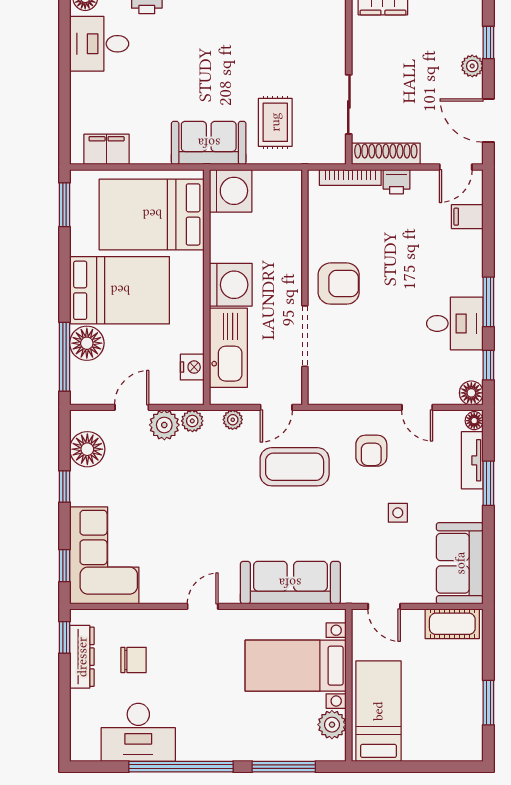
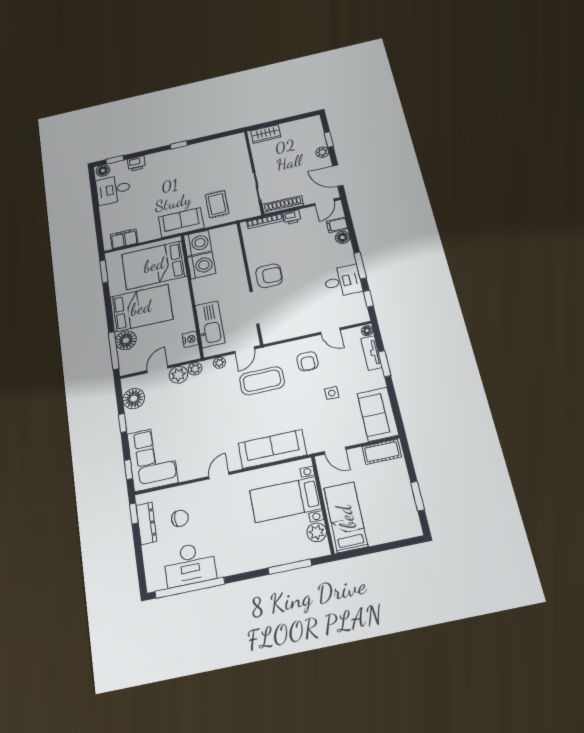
washing machine: (231, 285) -> (201, 266), moved
floor lamp: (471, 393) -> (343, 237), moved
window: (181, 767) -> (190, 588), moved

